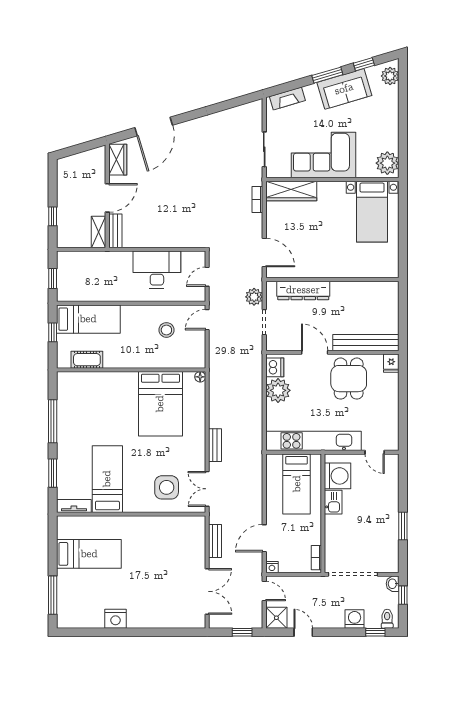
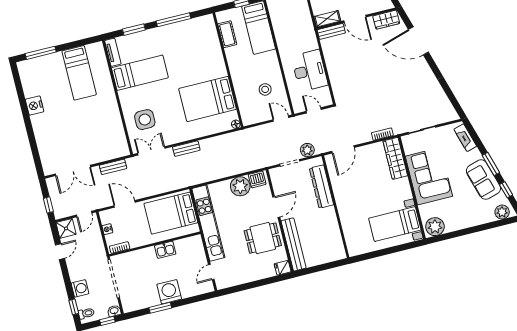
washing machine: (337, 476) -> (169, 292), moved, turned 180
bed: (297, 484) -> (171, 213), width x1.50
nightstand: (272, 567) -> (107, 229), moved

